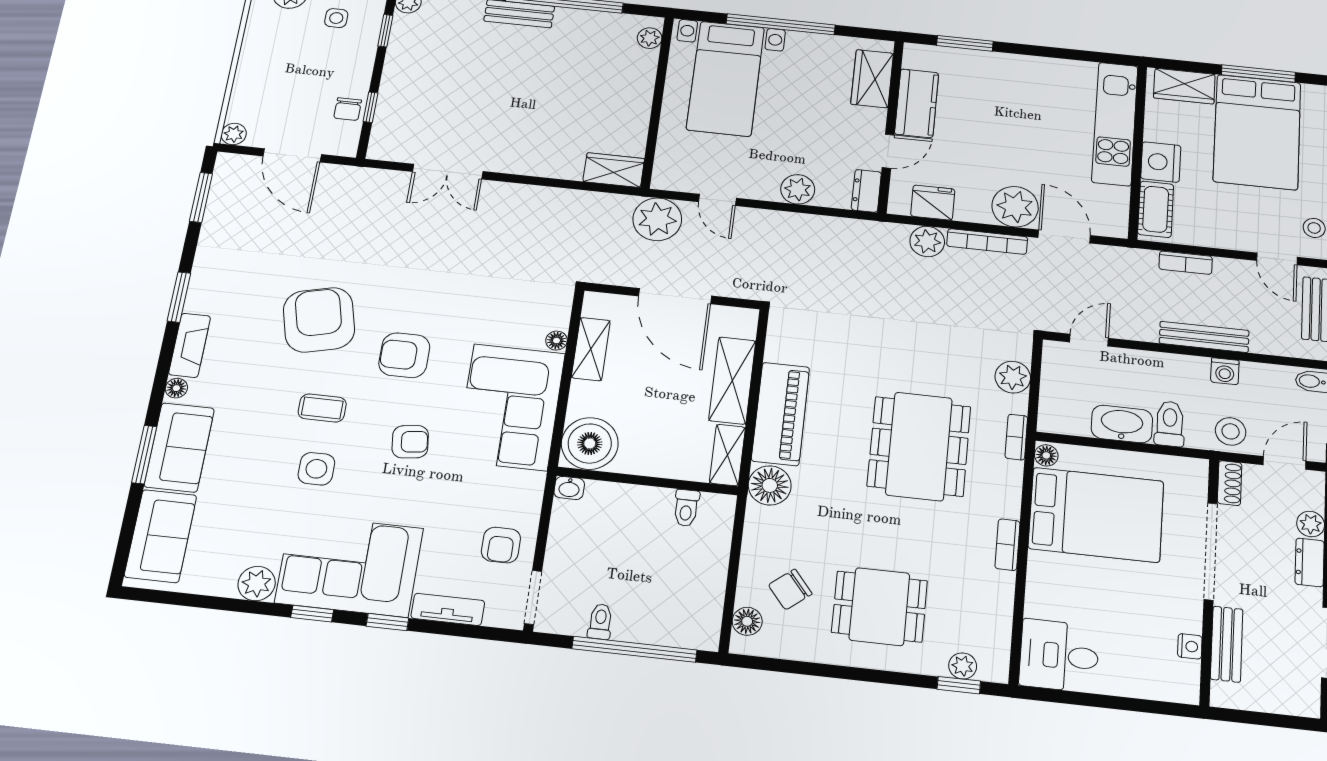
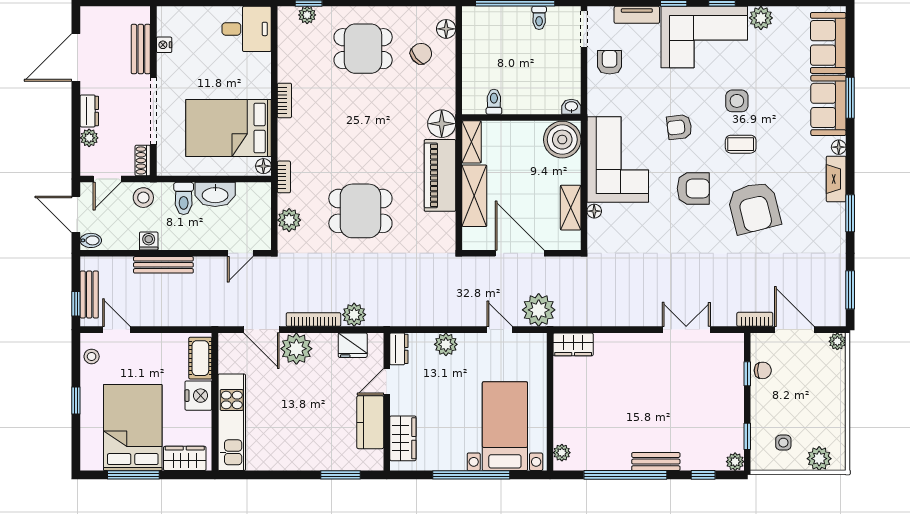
chair: (348, 109) -> (763, 370), turned 90
bookcase: (1186, 263) -> (755, 319), moved
dining table: (919, 446) -> (360, 211), moved, width x0.73

